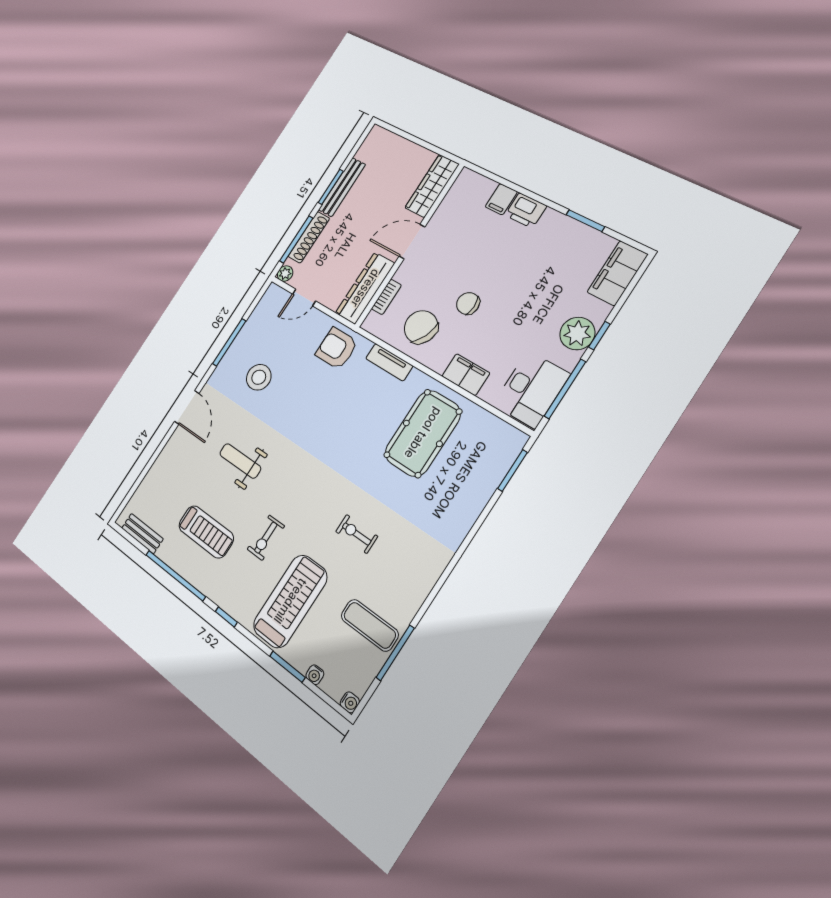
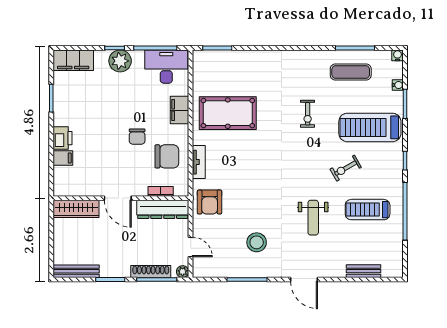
bench: (342, 187) -> (76, 271), moved
chair: (421, 327) -> (167, 156), turned -115
door: (187, 407) -> (304, 280), swing flipped
treadmill: (206, 532) -> (368, 210), turned -90
bench: (142, 533) -> (363, 271), moved, turned 90
exercise bike: (266, 538) -> (346, 168), turned 150
exercise mat: (370, 625) -> (351, 72), turned 90

